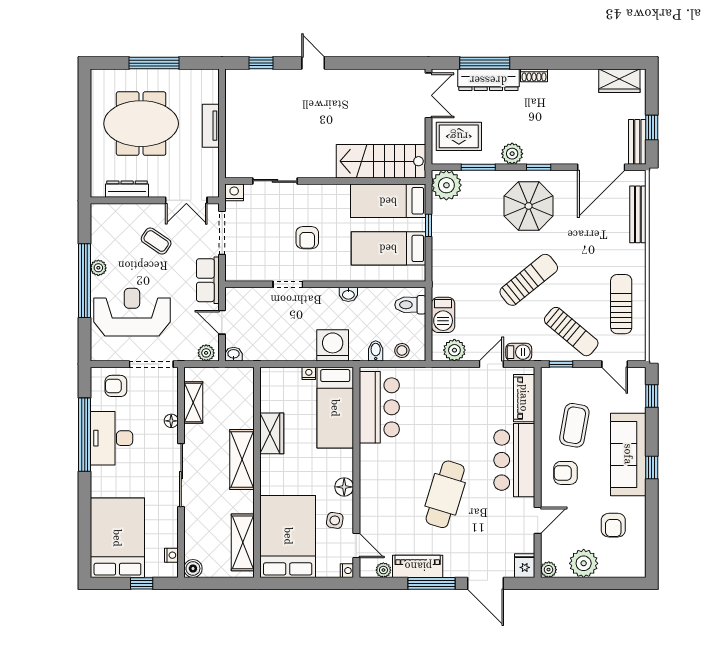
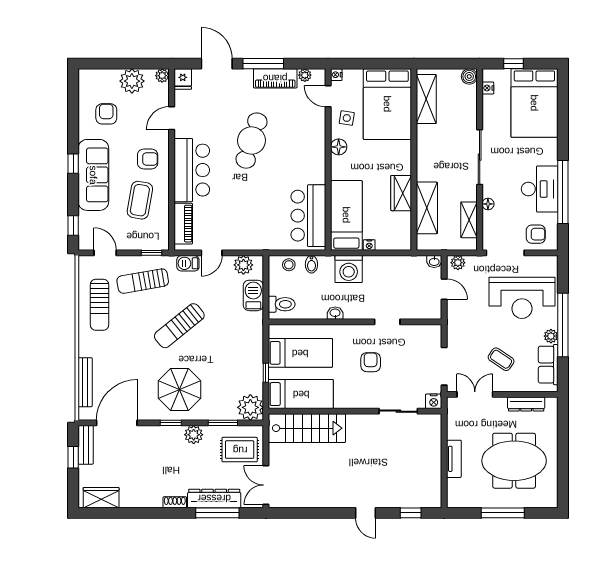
row of seats: (208, 280) -> (548, 365), moved, turned 180
sun lounger: (571, 332) -> (143, 281), turned -50
shelving: (242, 459) -> (427, 208), moved

